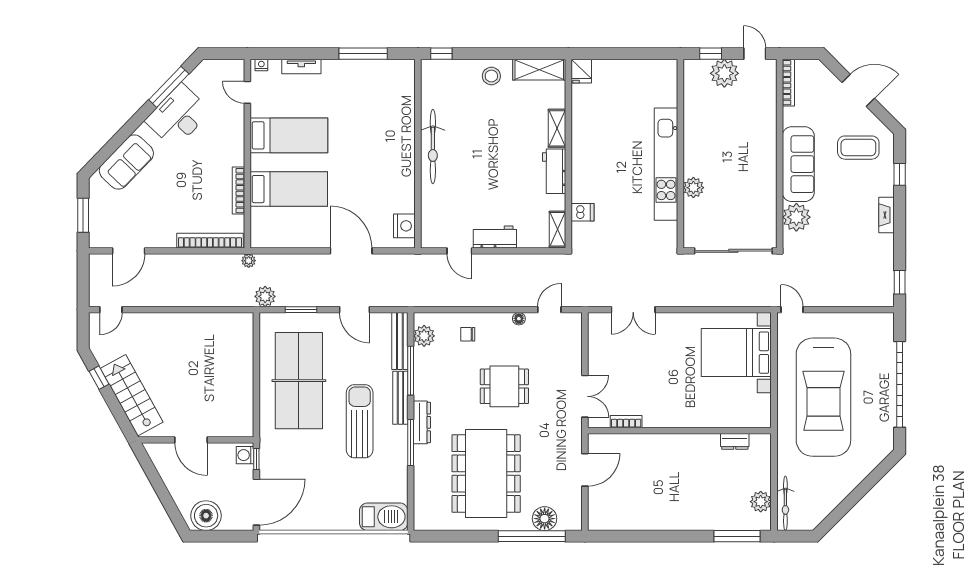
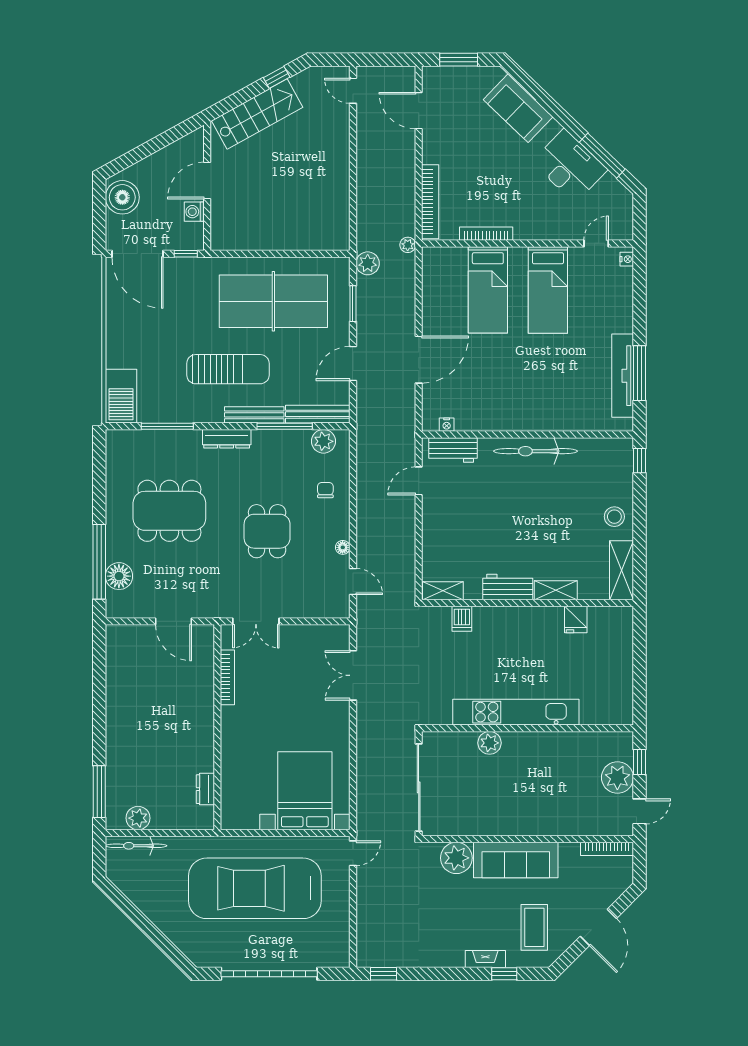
tv unit: (301, 66) -> (623, 376), moved, width x1.92, depth x1.29
fridge: (581, 71) -> (576, 619), moved, turned -90
fireplace: (887, 215) -> (485, 959), moved
nightstand: (404, 226) -> (447, 425), width x0.53, depth x0.56
workbench: (495, 237) -> (453, 450), moved, turned 90
bookcase: (626, 422) -> (227, 677), width x1.56
window: (411, 443) -> (167, 426), moved
washing machine: (245, 455) -> (194, 212), moved, turned -90
dining table: (486, 474) -> (169, 511), width x0.73, depth x0.80

